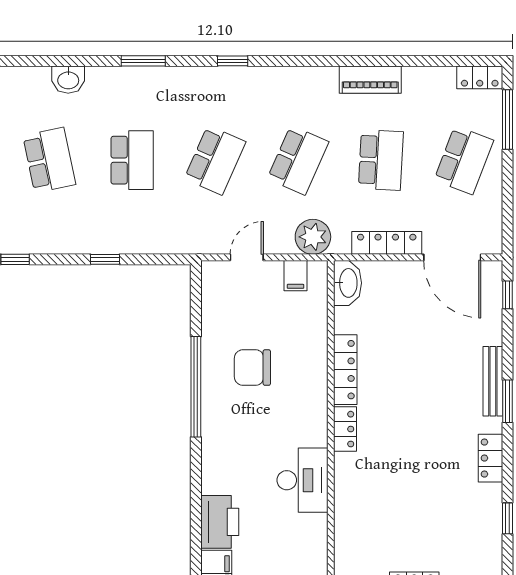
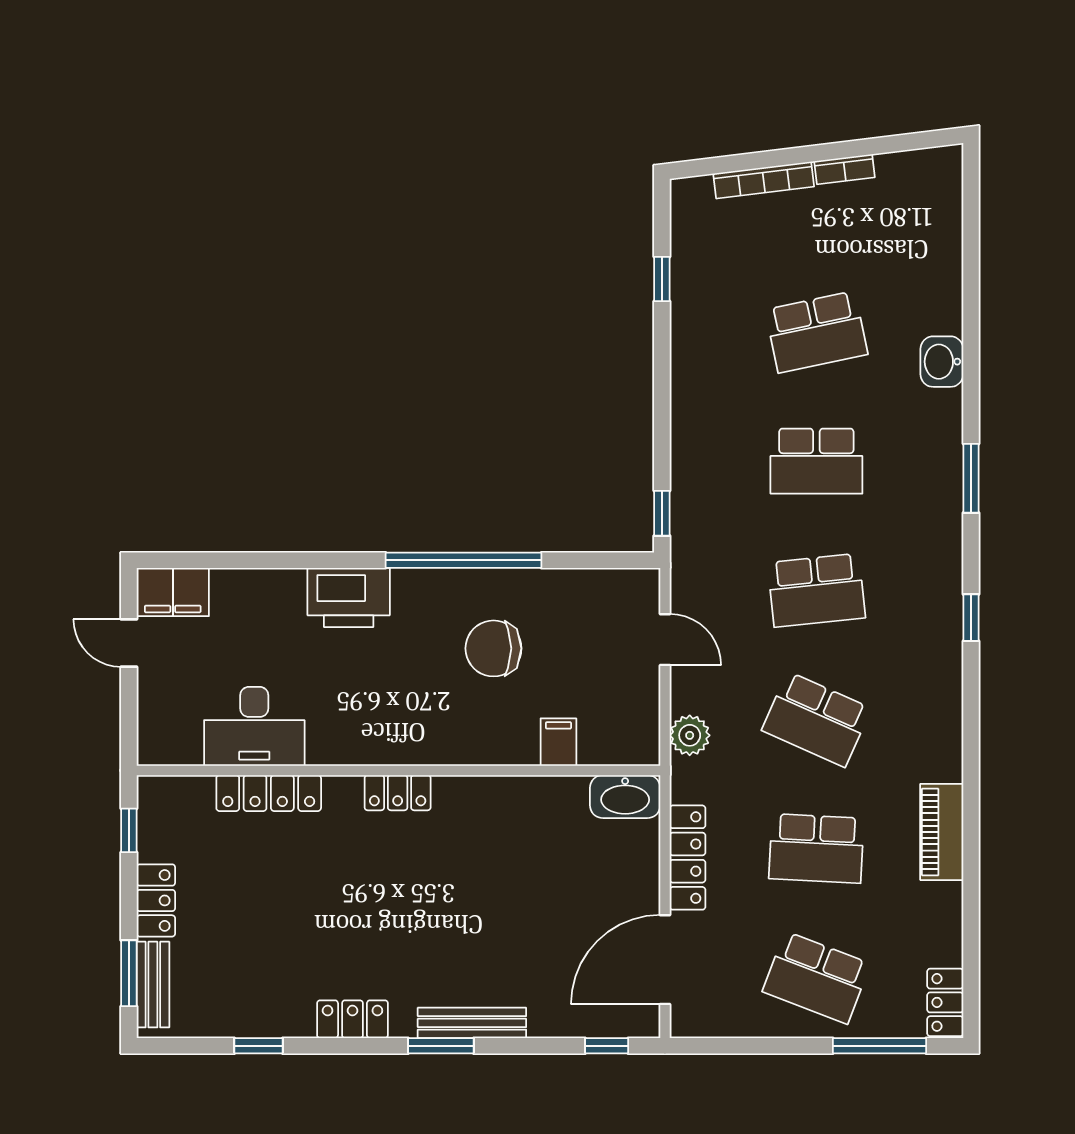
school desk: (215, 160) -> (816, 590), turned -30
plant: (313, 237) -> (690, 735), width x0.73, depth x0.73
window: (105, 259) -> (662, 513), moved
filing cabinet: (295, 276) -> (558, 742), moved, turned 90
chair: (252, 368) -> (493, 648), turned -90
locker: (345, 370) -> (269, 793), moved
desk: (302, 480) -> (254, 726), moved
printer: (220, 522) -> (349, 598), moved

